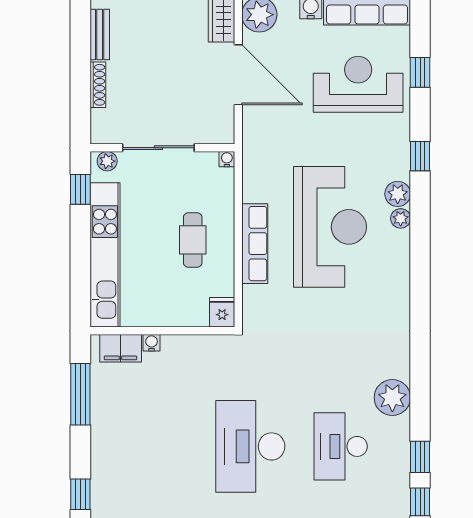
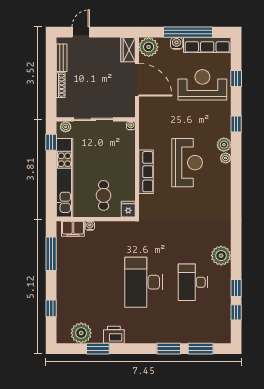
reception desk: (330, 227) -> (187, 163), width x0.74, depth x0.77
cafe table: (193, 240) -> (104, 195), moved

